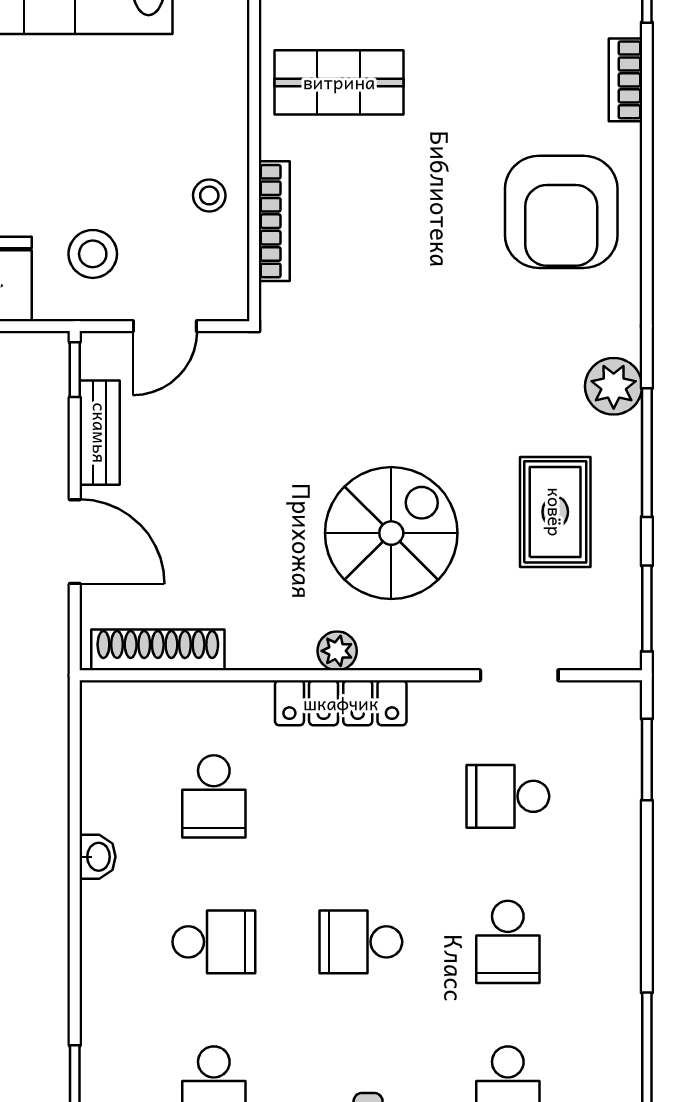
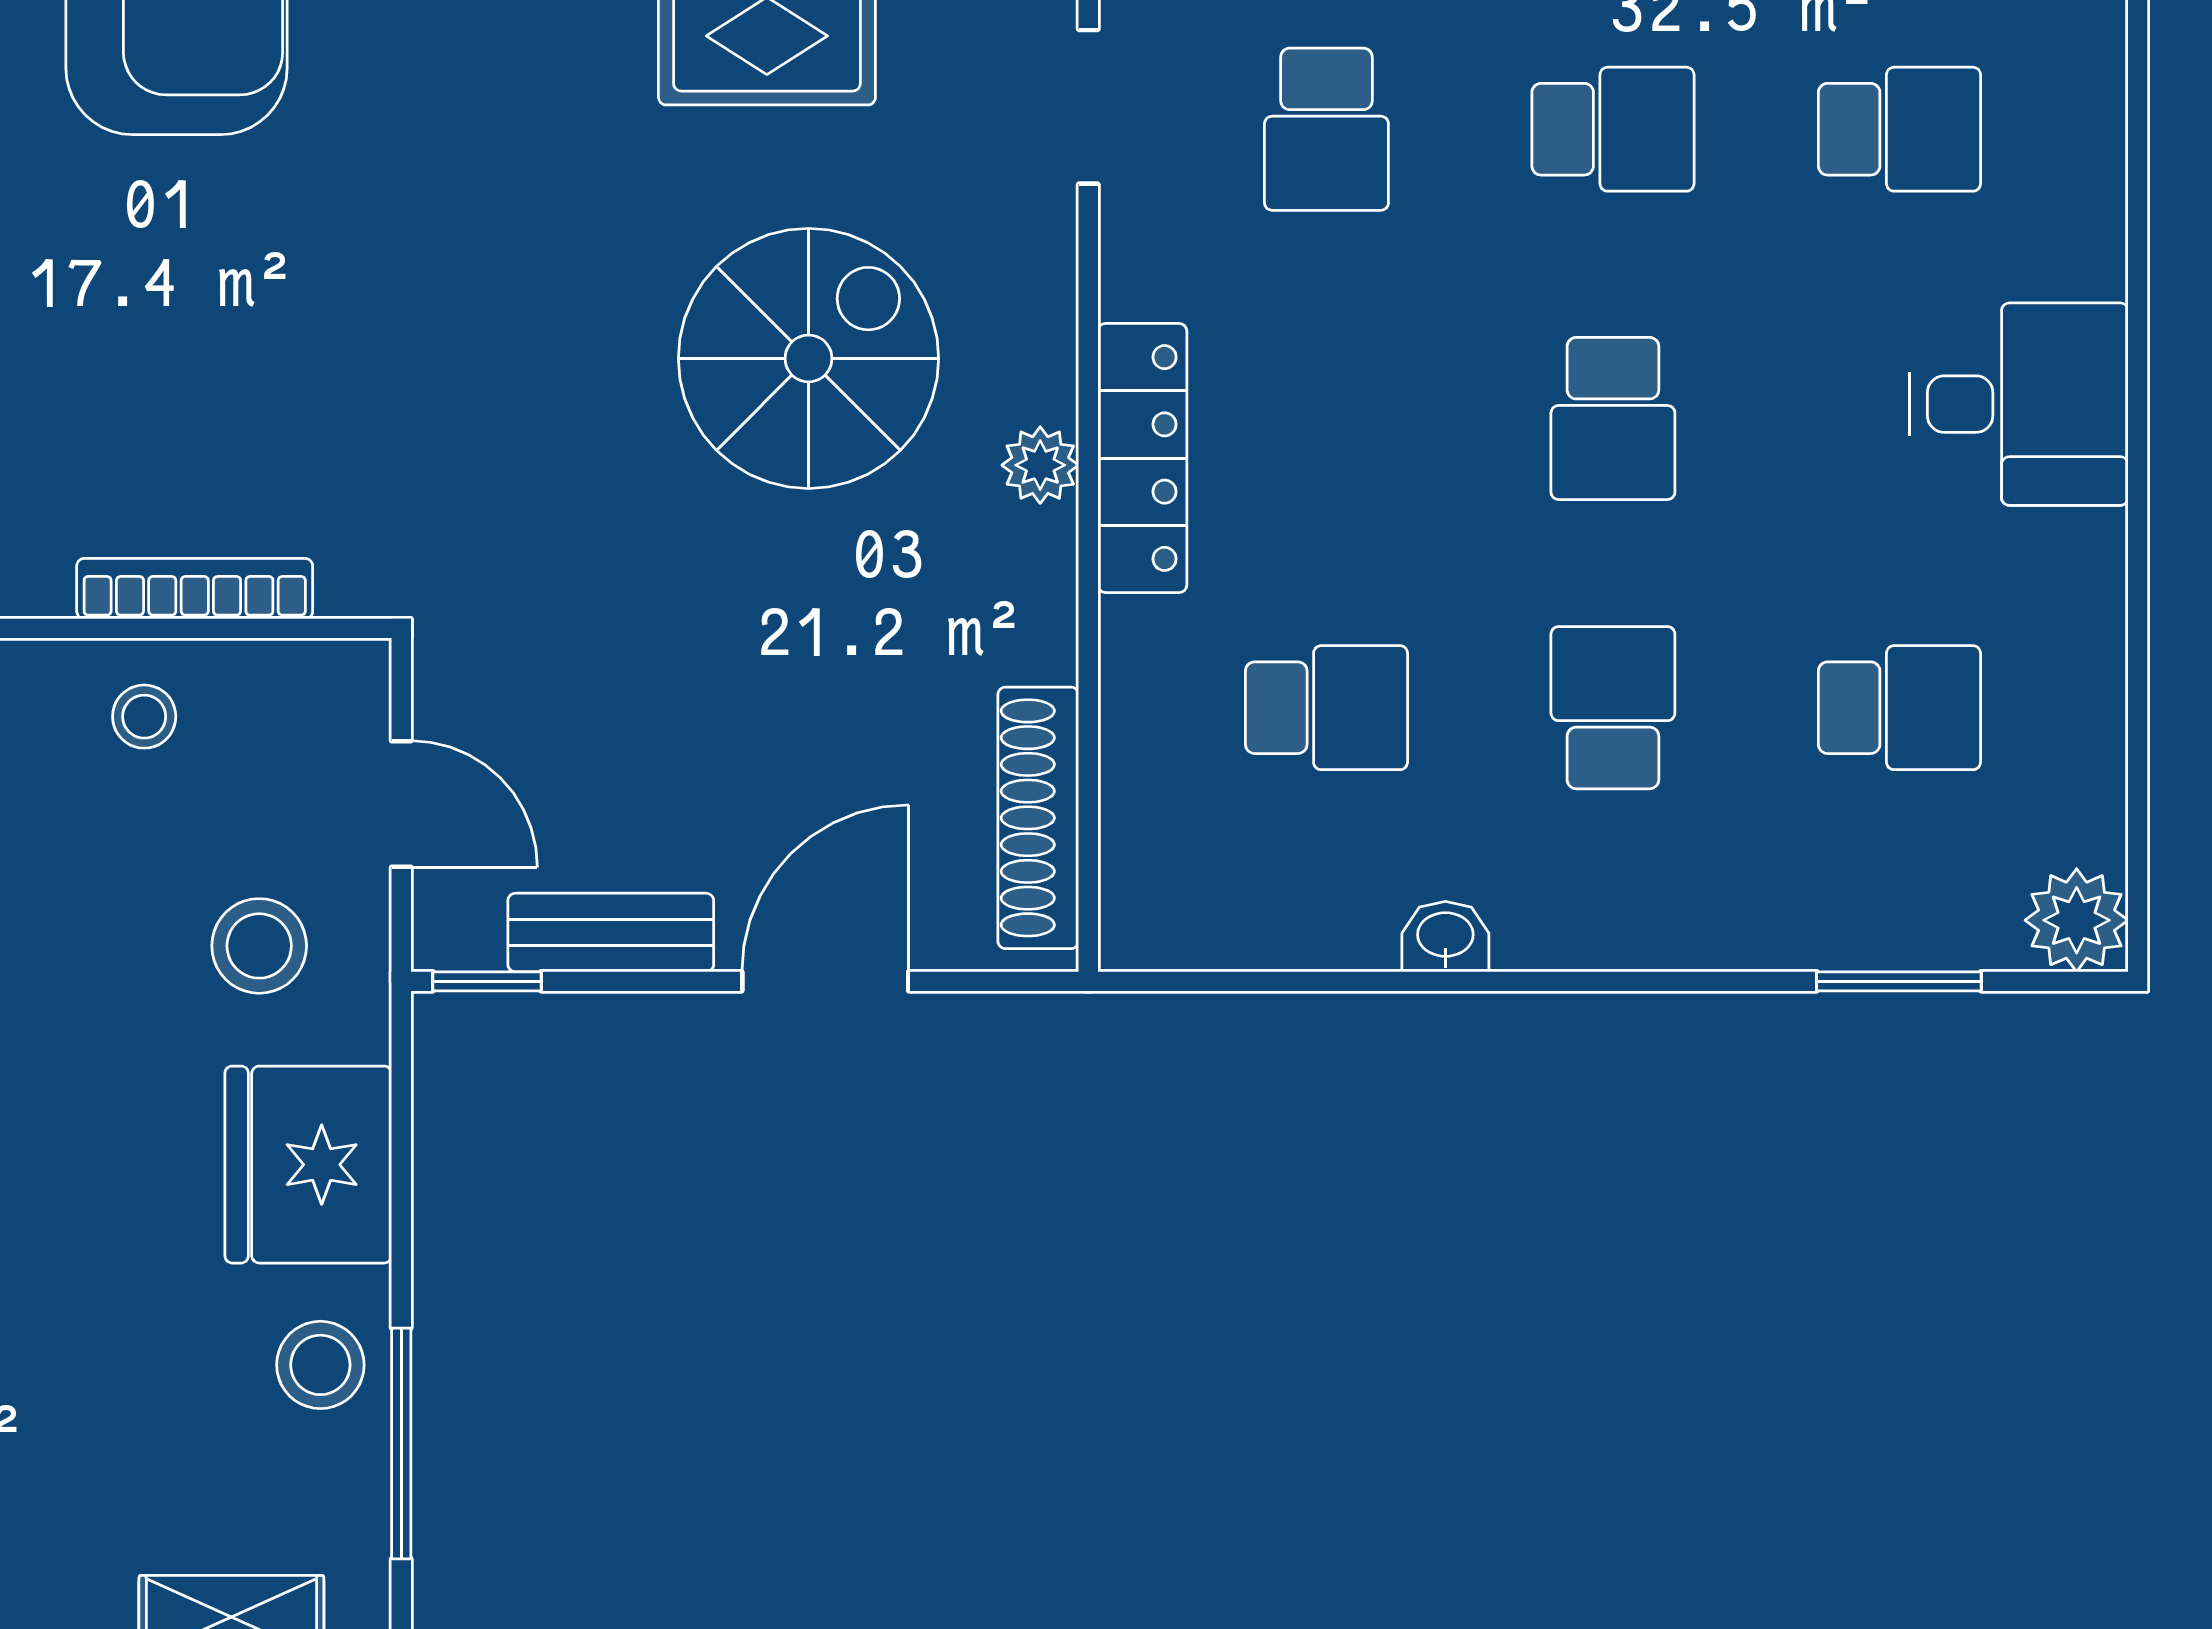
spiral stairs: (391, 533) -> (808, 358), turned 90

